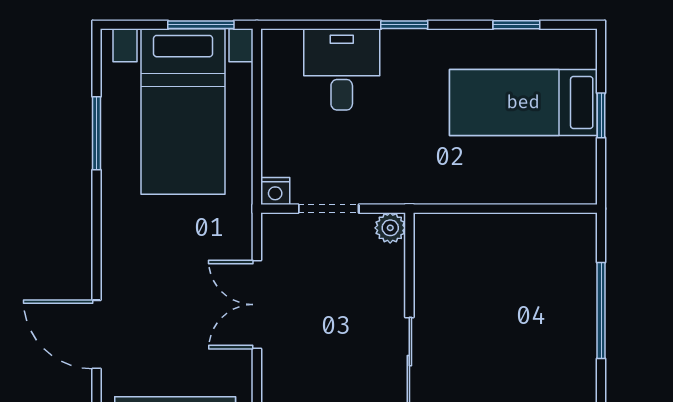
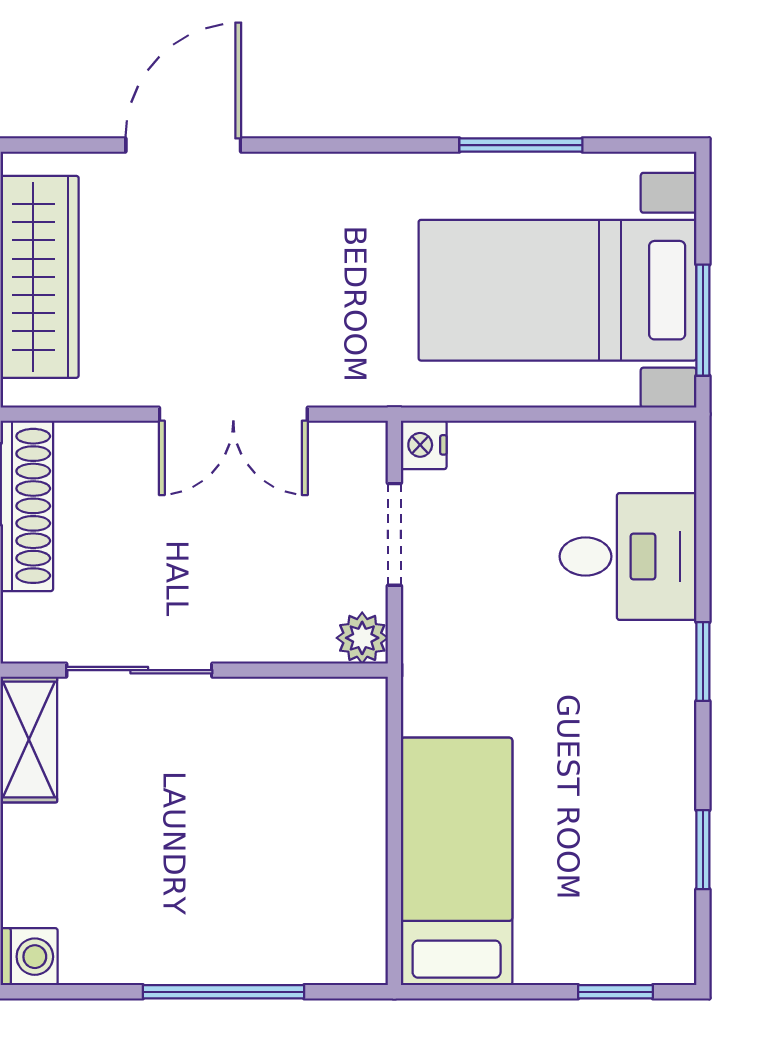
bed: (523, 103) -> (457, 861), moved
window: (601, 115) -> (615, 992), moved
double door: (257, 305) -> (233, 414), swing flipped

